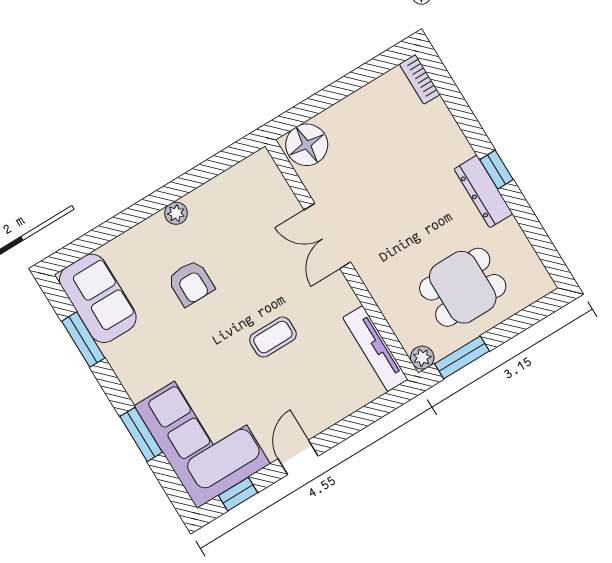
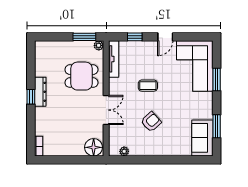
plant: (176, 213) -> (124, 151), moved
armchair: (191, 283) -> (151, 122), moved, turned 48
dining table: (463, 287) -> (81, 76), moved
window: (238, 494) -> (135, 37), moved

